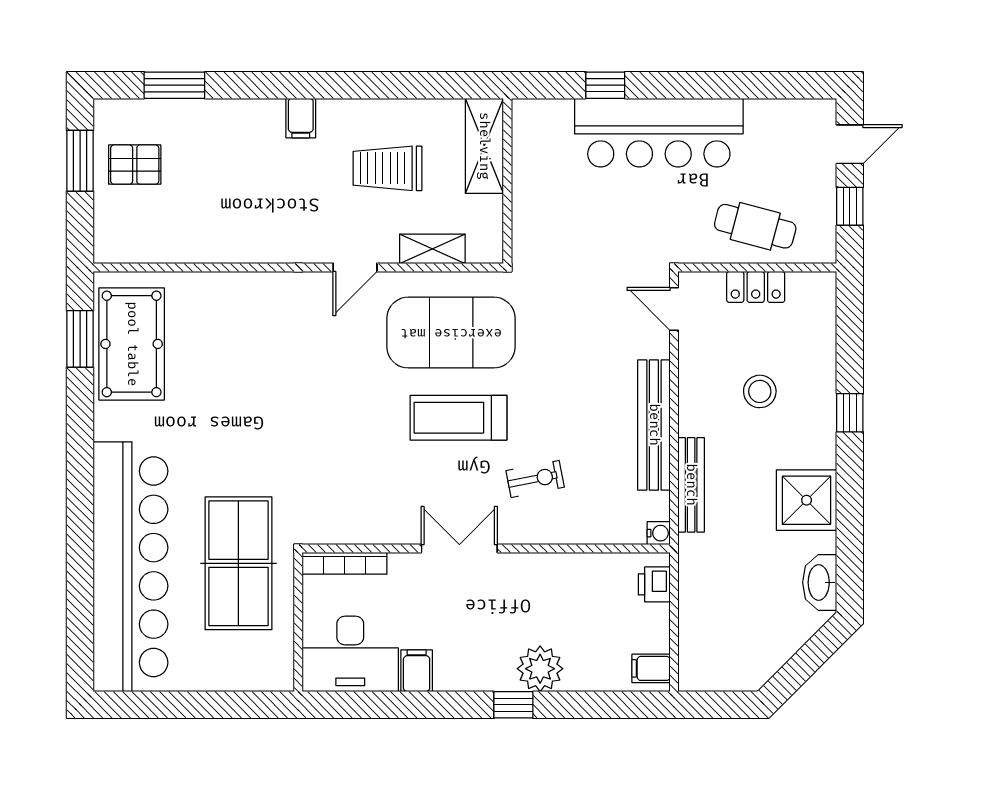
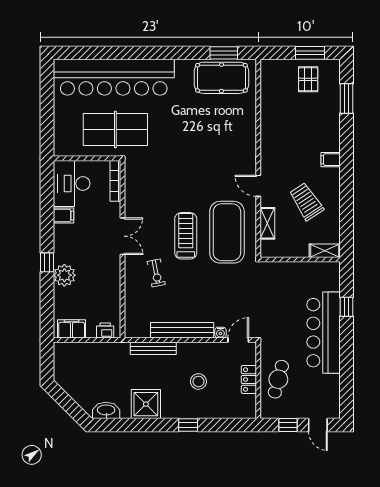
shelving: (484, 146) -> (325, 251), width x0.67, depth x0.75
trolley: (387, 168) -> (306, 201), turned -33
water cooler: (659, 533) -> (220, 333), moved
filing cabinet: (651, 668) -> (72, 329), width x2.00

